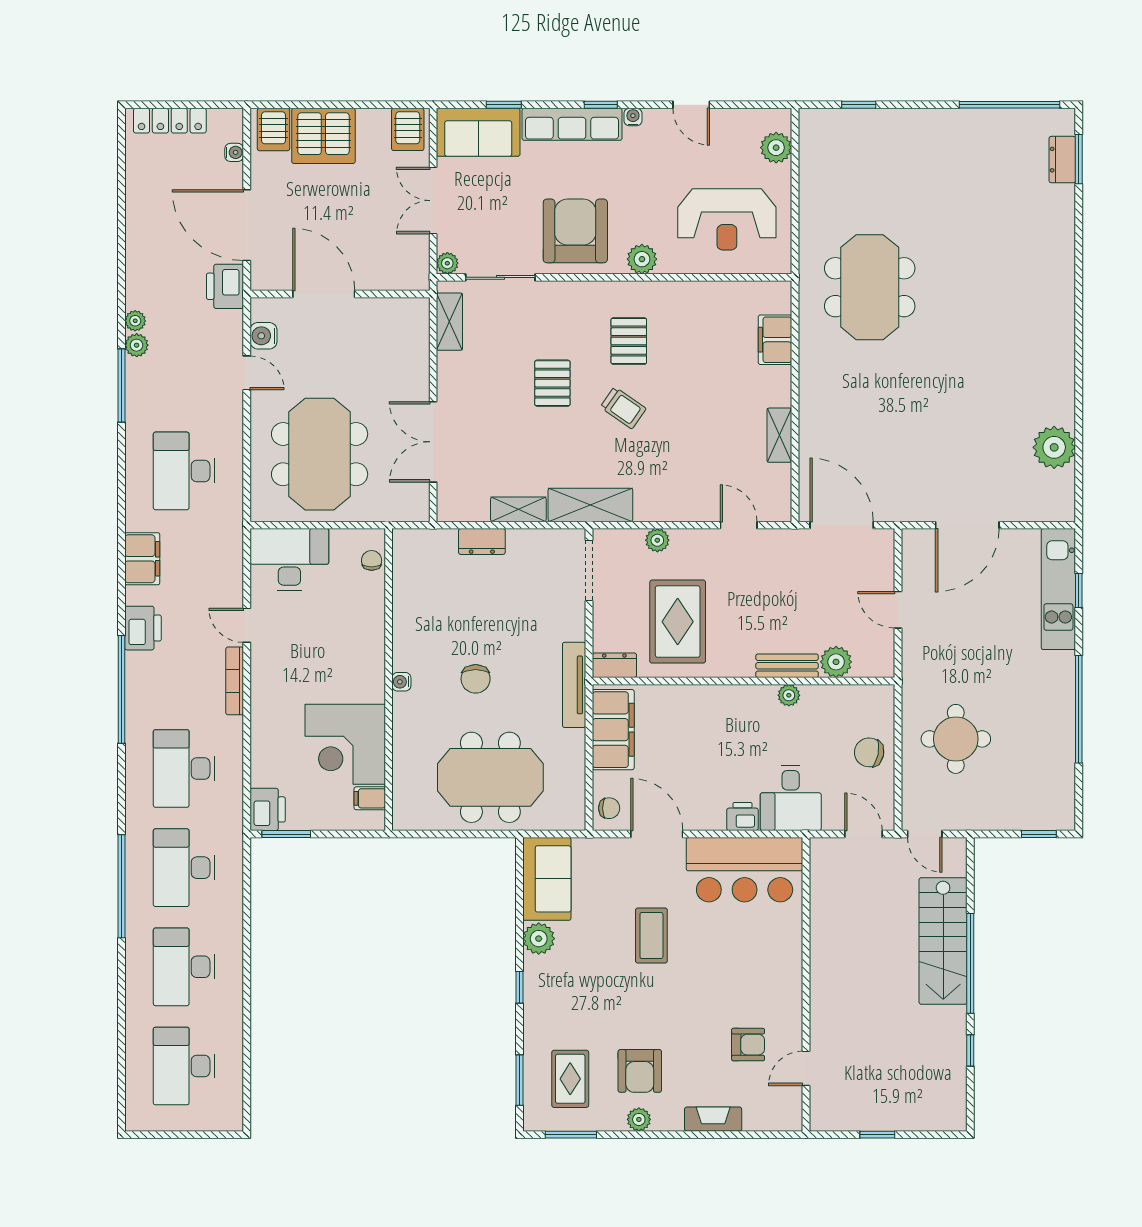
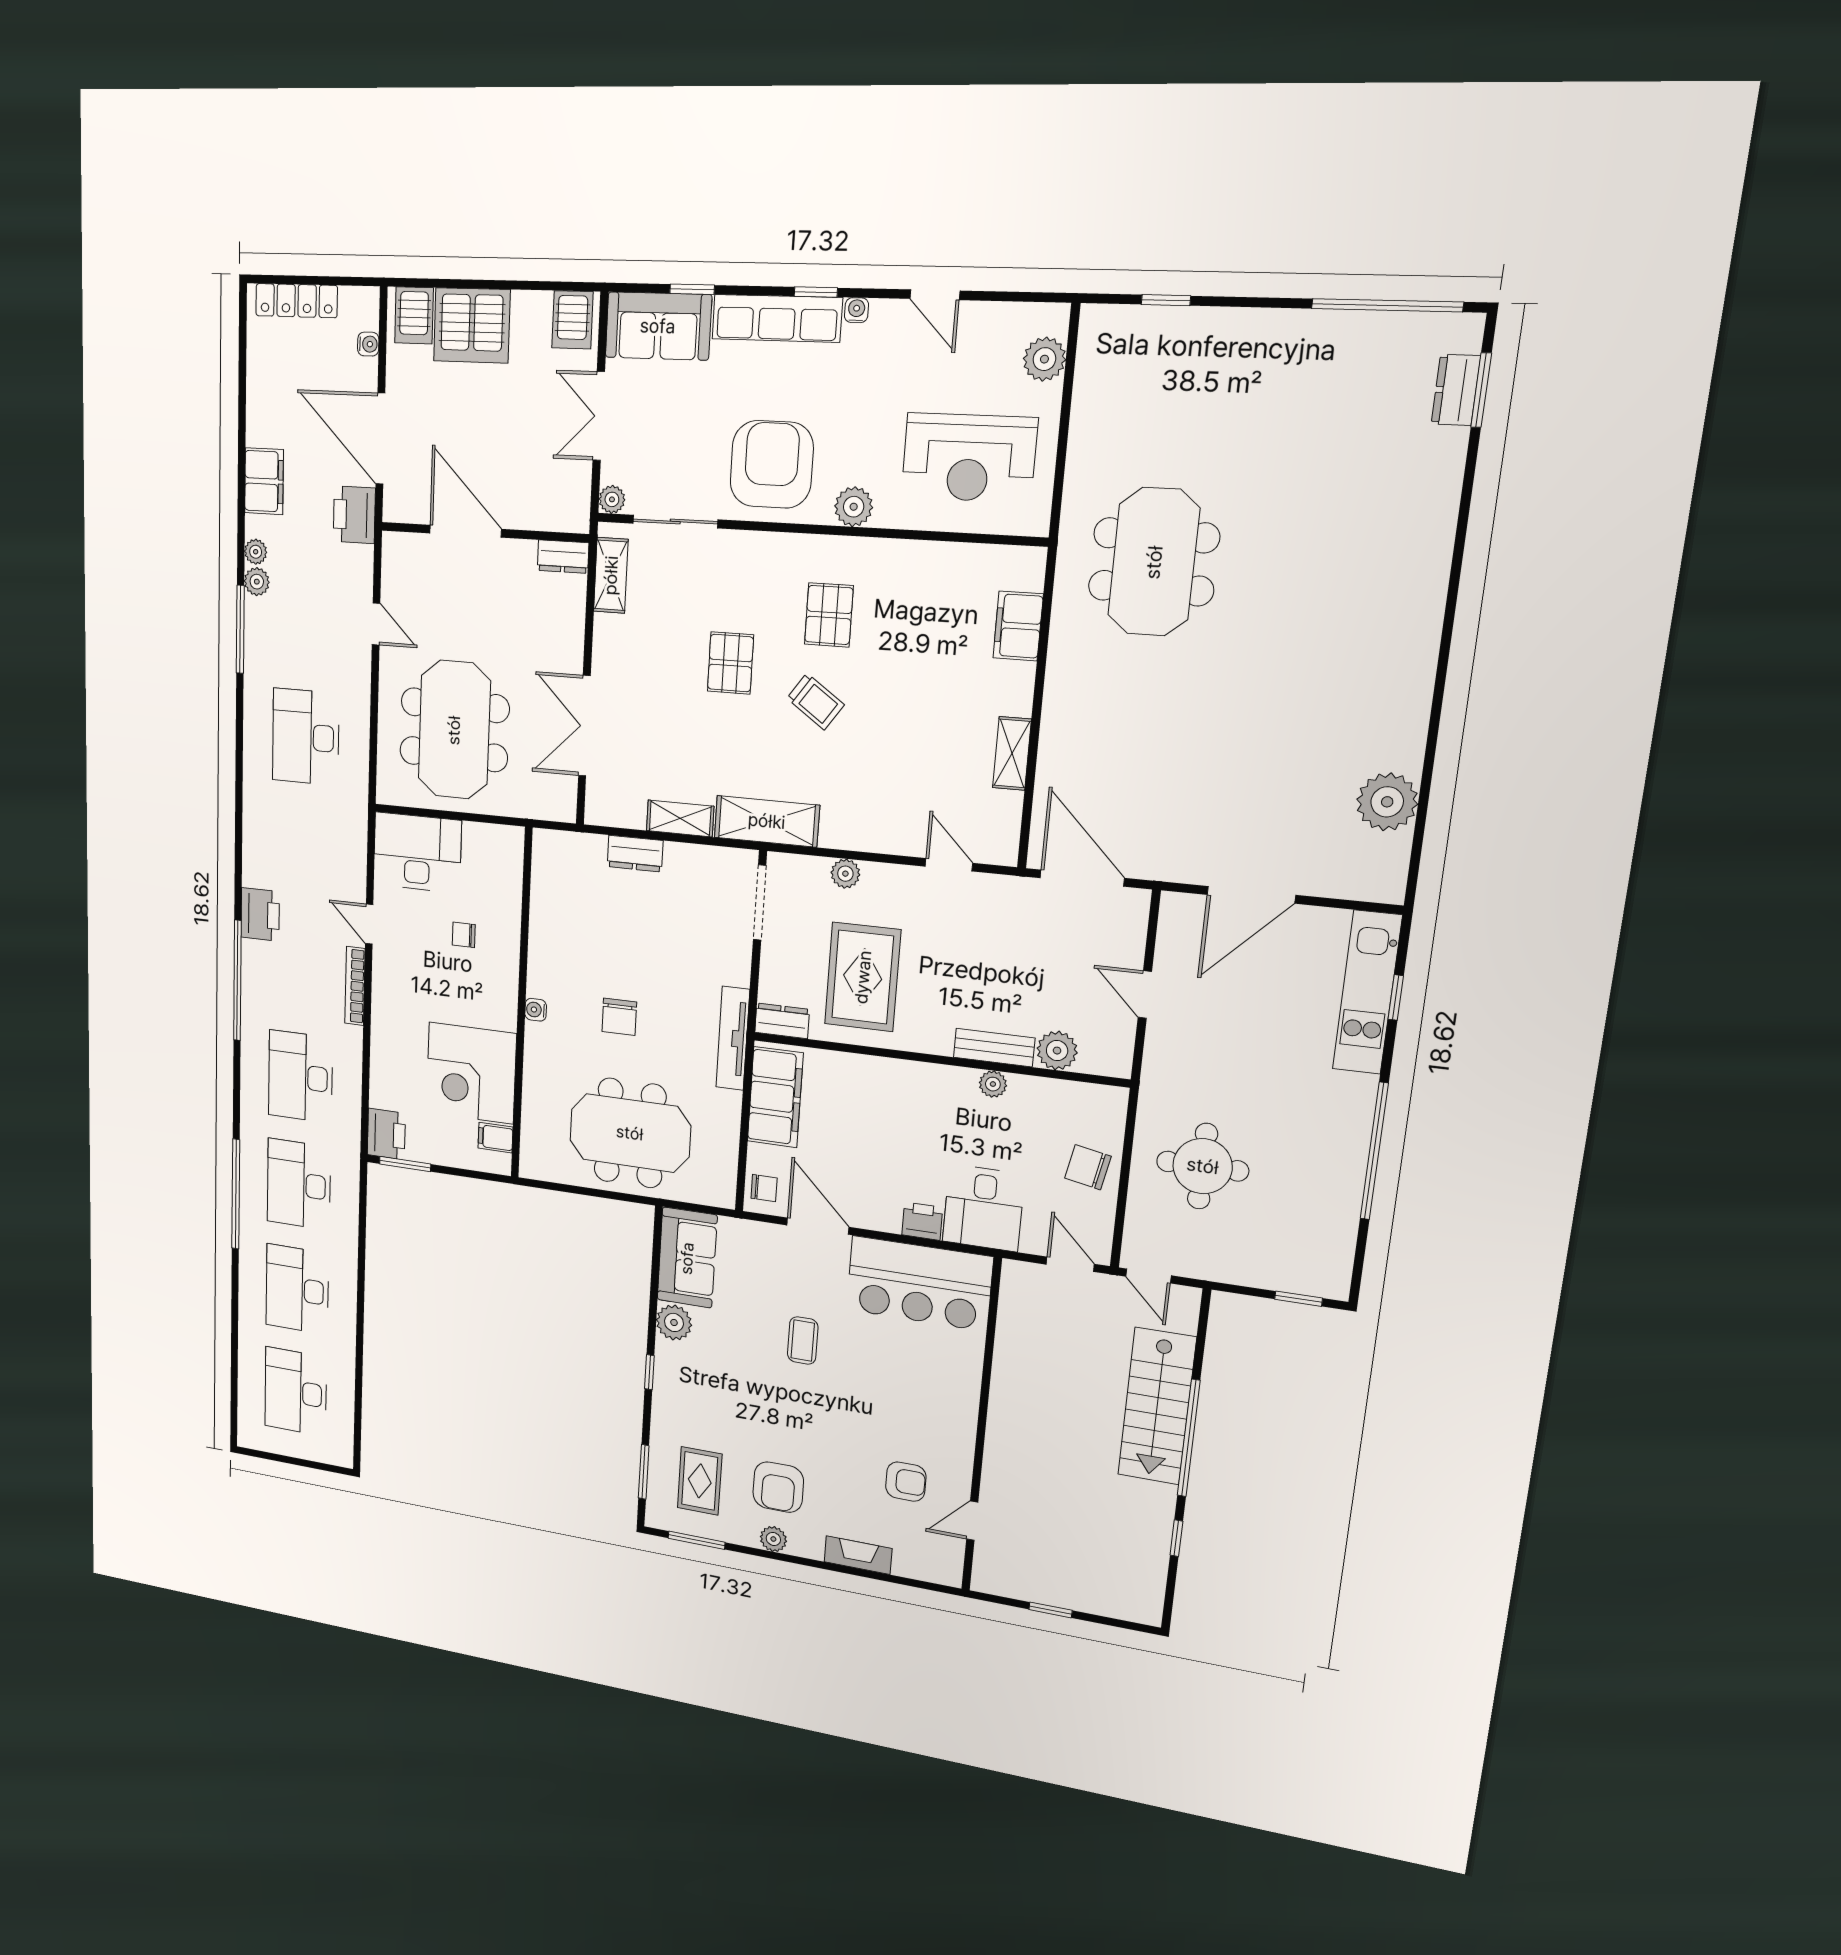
dresser: (408, 309) -> (563, 557), added
water cooler: (263, 336) -> (396, 579), removed
filing cabinet: (142, 559) -> (264, 481), moved
chair: (372, 560) -> (464, 935), moved, turned -90
coffee table: (651, 935) -> (803, 1341), width x0.73, depth x0.77

